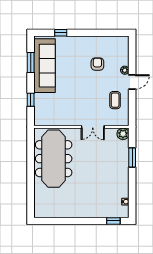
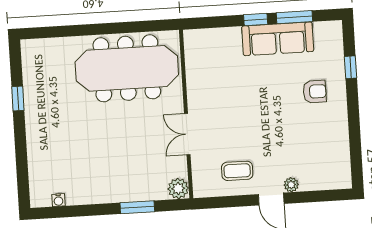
armchair: (97, 64) -> (315, 92), moved
sofa: (44, 66) -> (278, 39), width x0.74, depth x0.79
window: (31, 100) -> (256, 20), moved
window: (113, 221) -> (18, 98), moved

